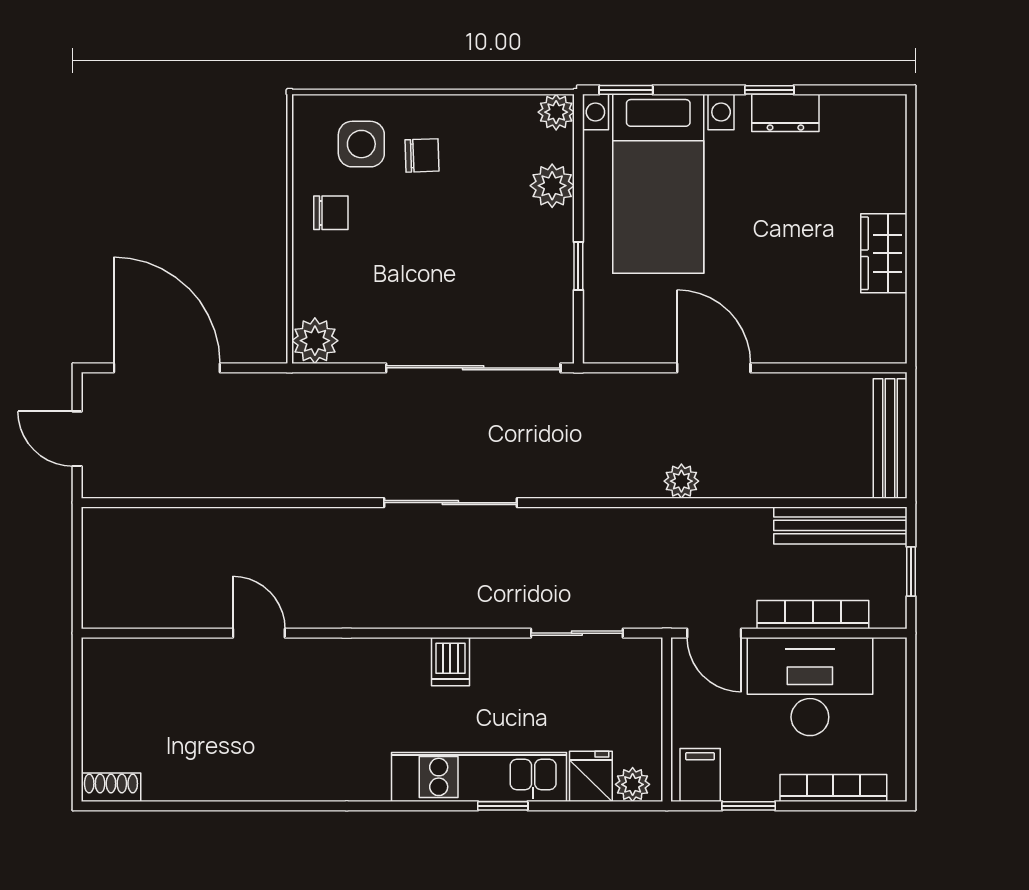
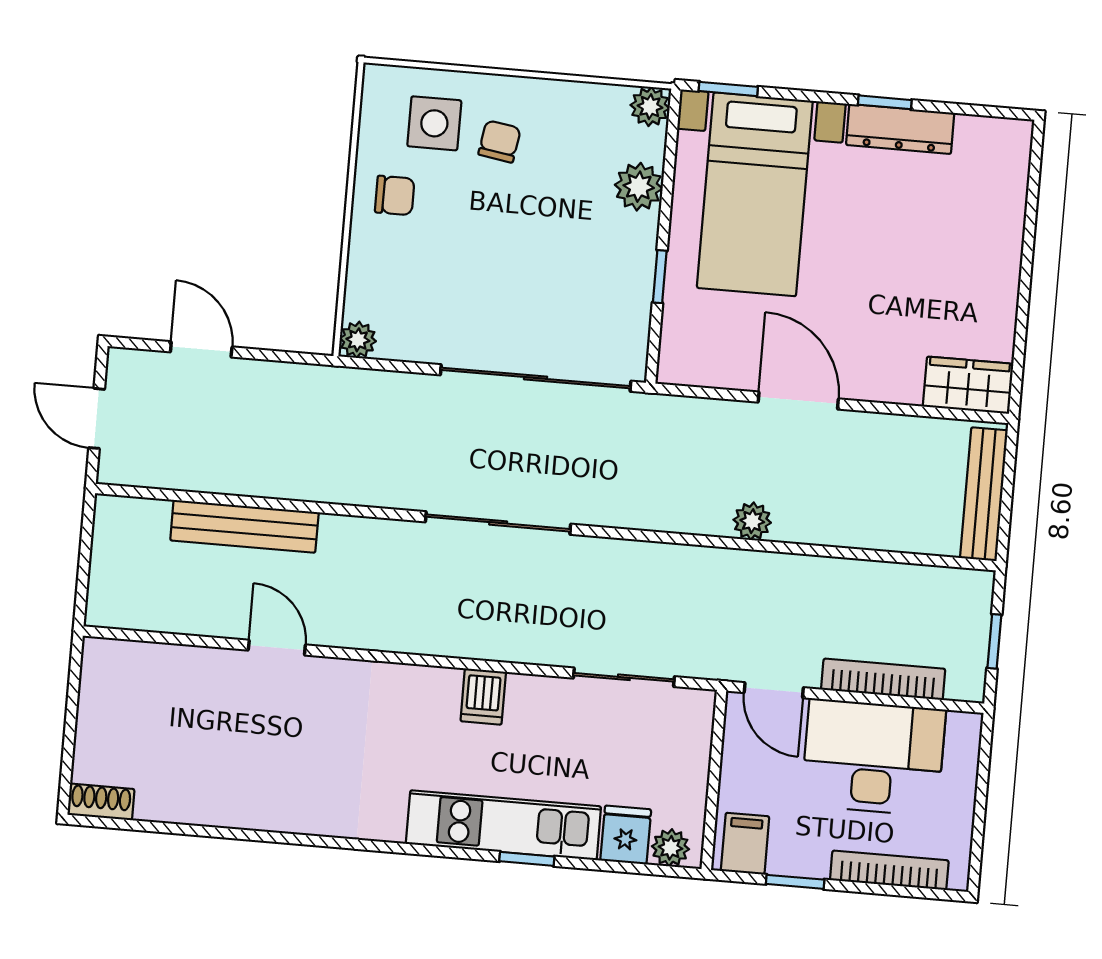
dresser: (785, 113) -> (900, 129), width x1.44
chair: (422, 155) -> (500, 141), turned -79
wardrobe: (884, 253) -> (968, 385), moved, turned 90
plant: (315, 341) -> (358, 340), width x0.73, depth x0.73
door: (167, 368) -> (201, 349), width x0.53
bench: (840, 525) -> (244, 526), moved

